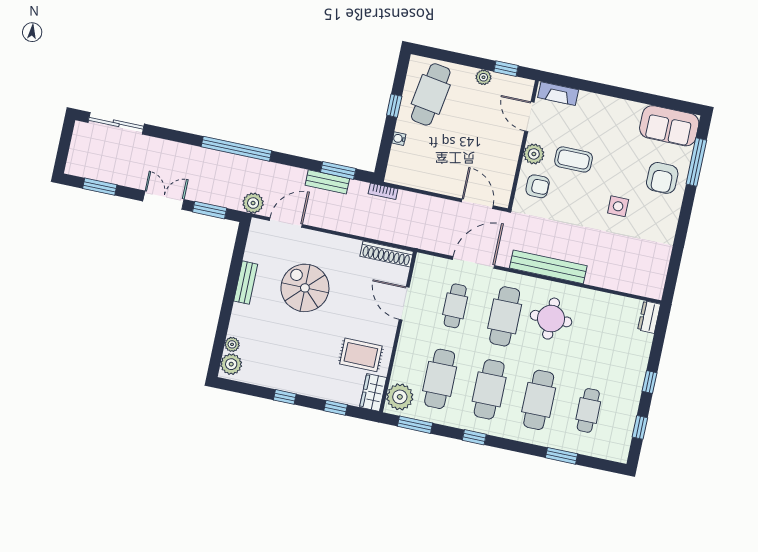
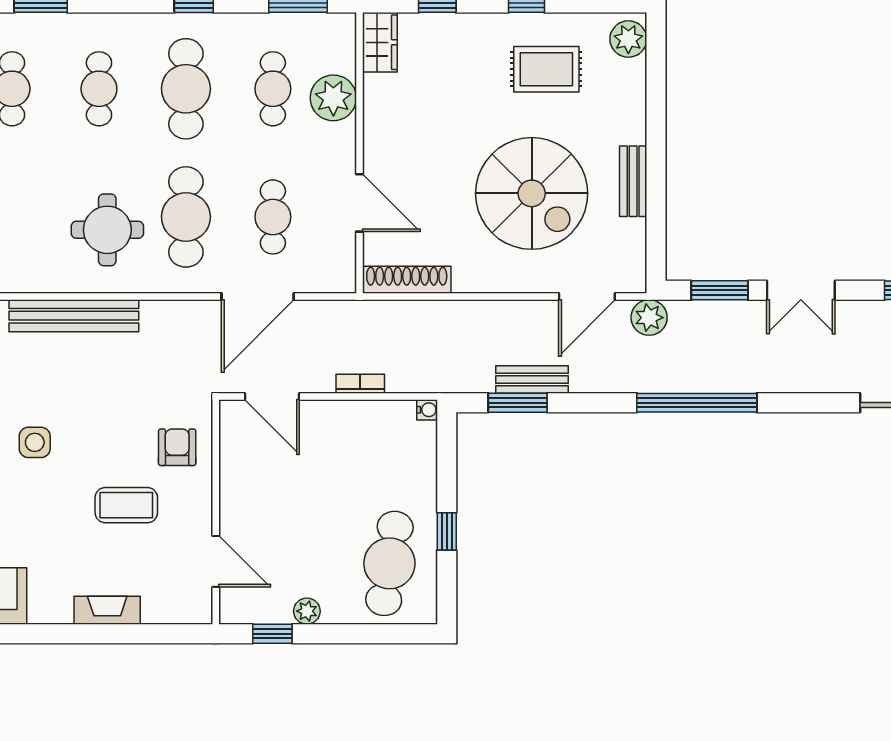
fireplace: (558, 94) -> (107, 610), moved
water cooler: (399, 139) -> (427, 410), moved
plant: (534, 154) -> (195, 500), removed
armchair: (538, 186) -> (177, 447), turned 90
bookcase: (383, 191) -> (360, 384), moved
bench: (548, 267) -> (74, 316), moved
spiral stairs: (305, 288) -> (532, 193), width x1.37, depth x1.37
plant: (232, 344) -> (634, 73), removed
rug: (361, 355) -> (546, 69), moved
cafe table: (440, 379) -> (273, 89), width x0.73, depth x0.74
plant: (400, 397) -> (333, 98), moved
cafe table: (539, 400) -> (99, 89), width x0.73, depth x0.74

